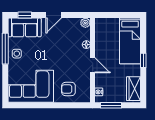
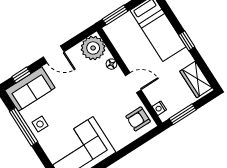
door: (54, 15) -> (54, 54), hinge flipped
window: (108, 15) -> (115, 15), added
plant: (85, 23) -> (93, 48), width x1.88, depth x1.88
armchair: (68, 89) -> (138, 119), moved

